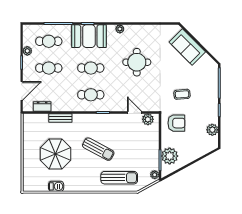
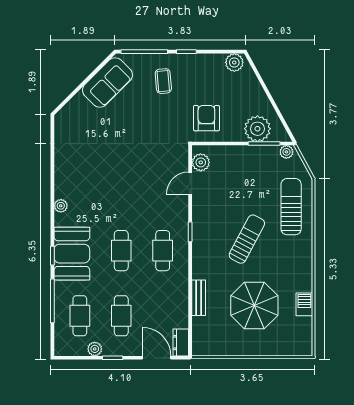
sofa: (187, 47) -> (107, 83), moved
round table: (137, 62) -> (112, 179), removed
coffee table: (182, 94) -> (163, 81), moved
dresser: (42, 106) -> (181, 343), moved
plant: (212, 130) -> (234, 62), moved

